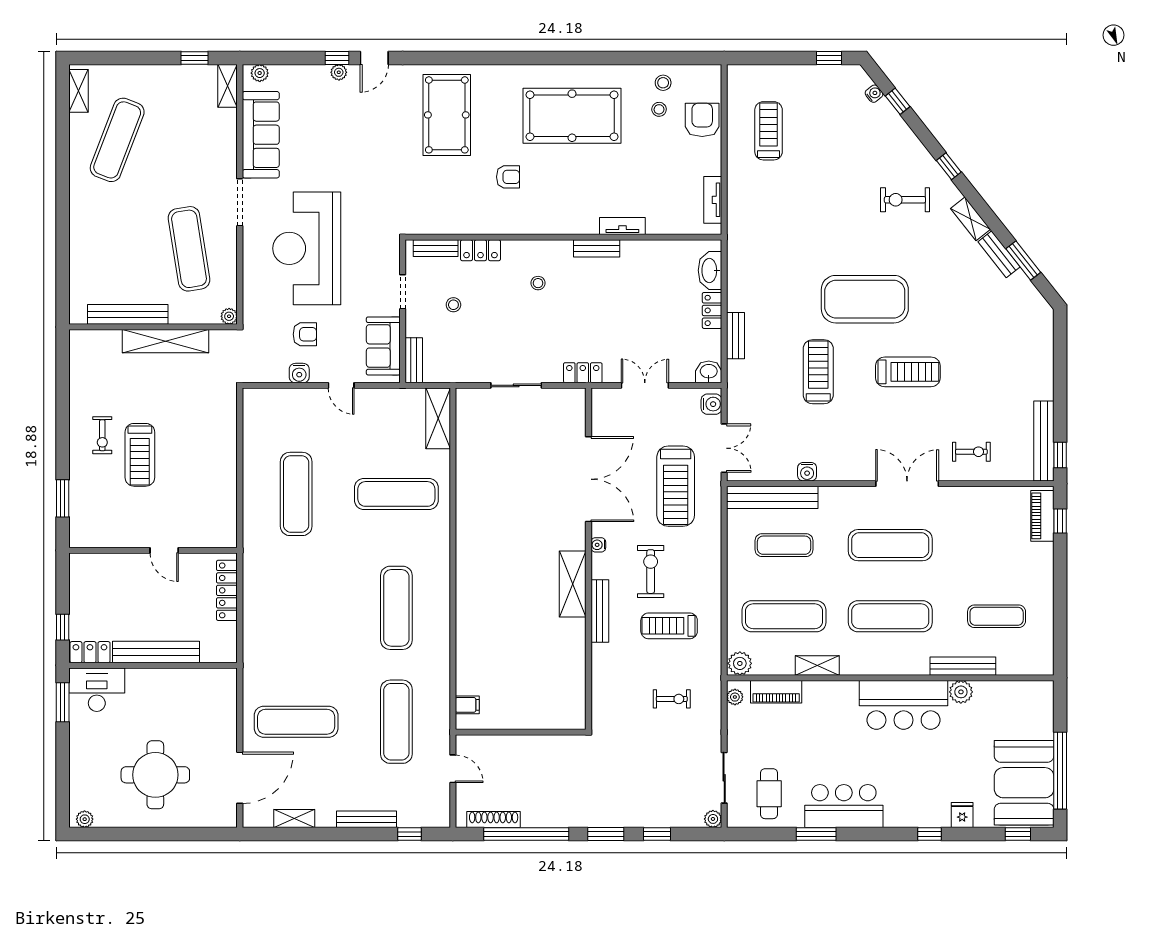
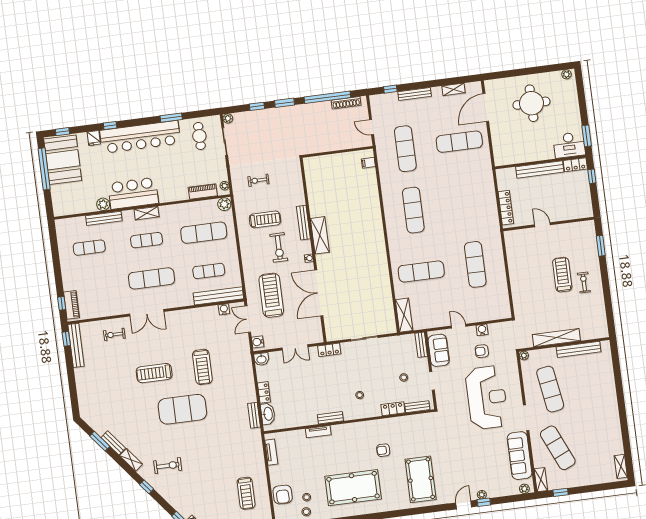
exercise mat: (117, 140) -> (558, 448), moved, turned -45
bench: (736, 336) -> (254, 415), moved
water cooler: (807, 472) -> (224, 309), moved
exercise mat: (890, 616) -> (146, 240), width x0.73, depth x0.69
shelving: (817, 665) -> (147, 213), moved
bar counter: (844, 806) -> (140, 137), width x1.86

